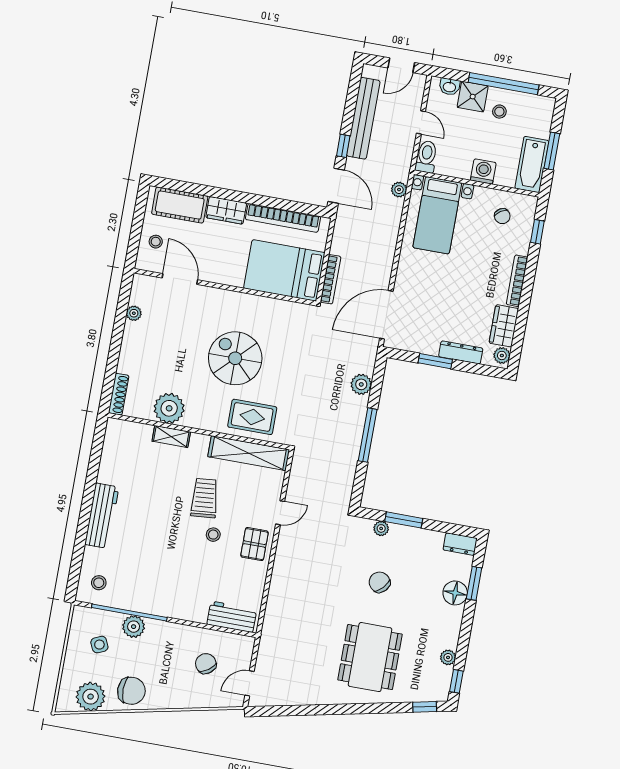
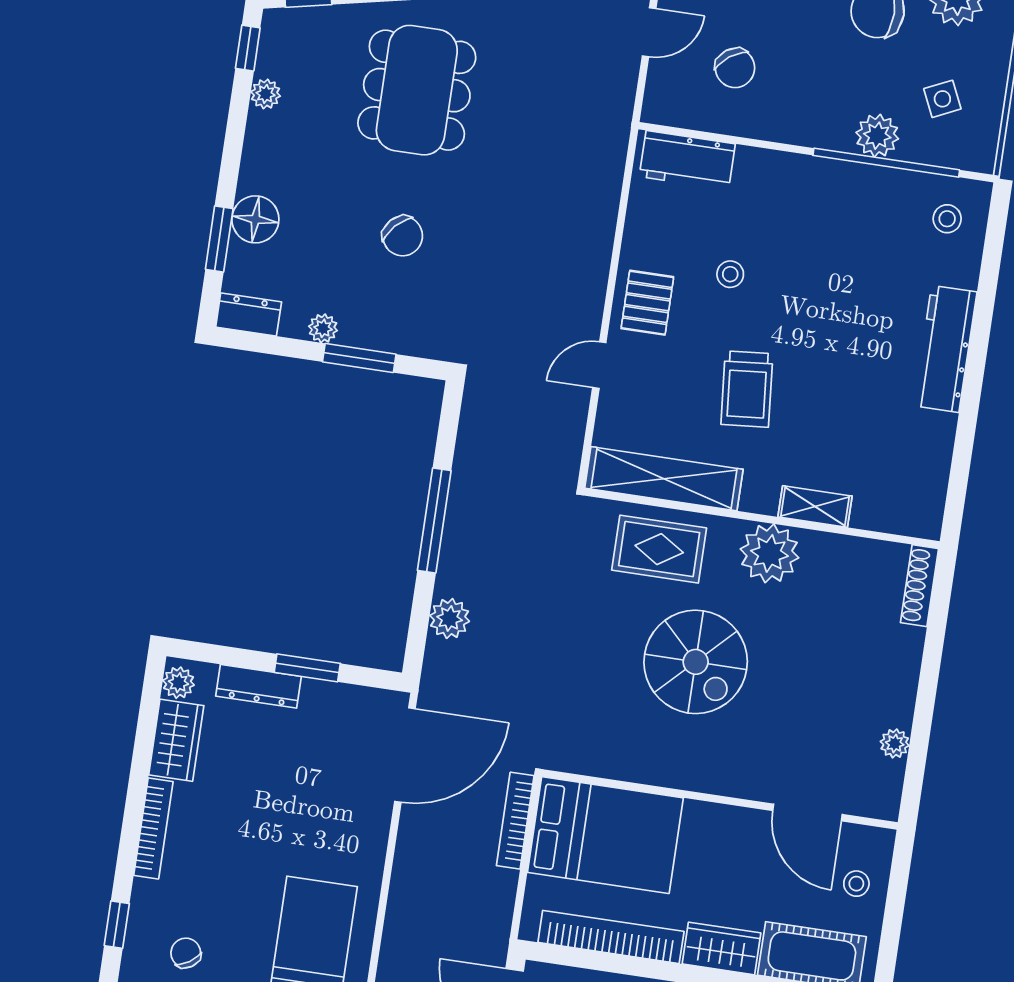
plant: (169, 408) -> (769, 553), moved
plant: (381, 528) -> (323, 328), moved
stool: (213, 535) -> (730, 274), moved

